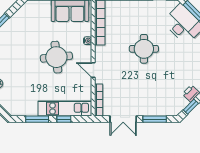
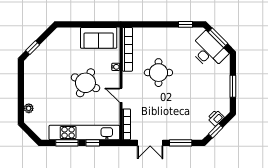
round table: (144, 49) -> (158, 73), moved
round table: (56, 57) -> (85, 83), turned 33
kitchen unit: (65, 108) -> (84, 133), width x1.36

